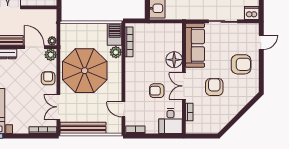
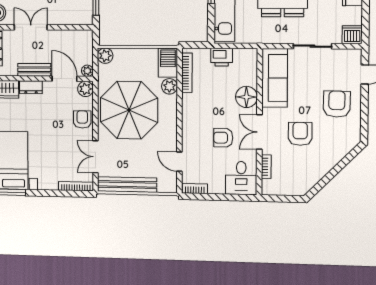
plant: (66, 29) -> (105, 56), added
printer: (155, 30) -> (222, 57), added
armchair: (241, 64) -> (337, 104), turned -89

